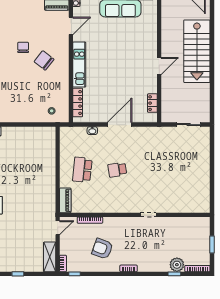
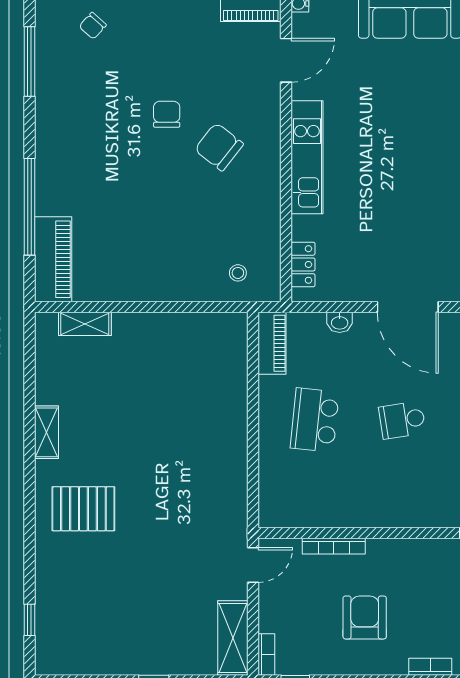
locker: (78, 103) -> (303, 264), width x0.66
door: (120, 125) -> (408, 307), swing flipped
piano: (65, 200) -> (272, 343), moved
armchair: (102, 249) -> (365, 617), turned 70

